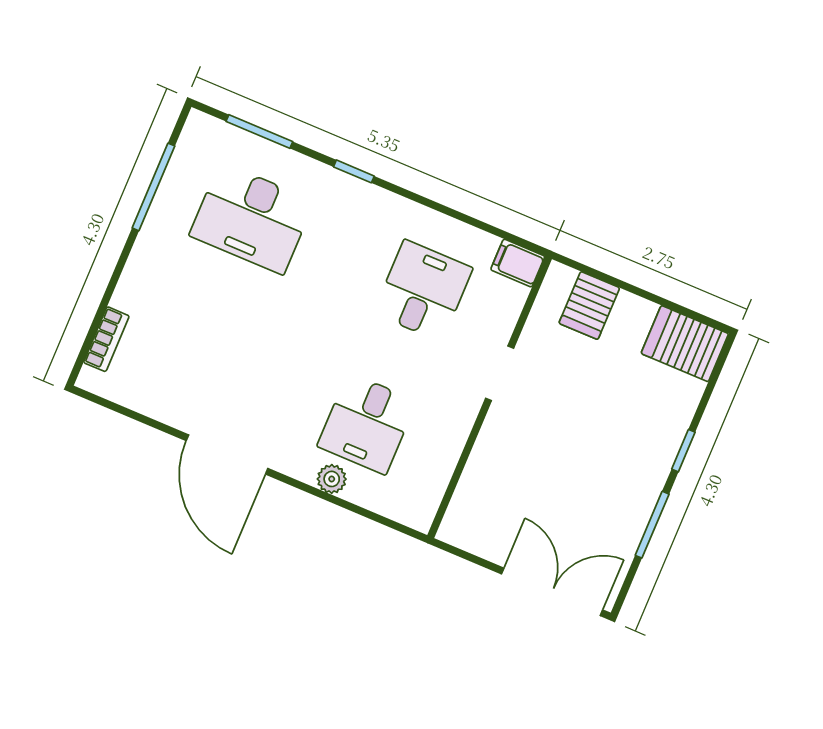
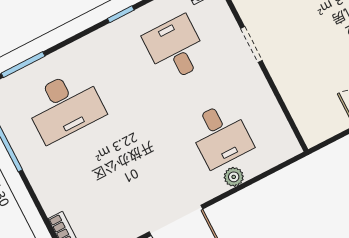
window: (354, 171) -> (121, 14), moved

